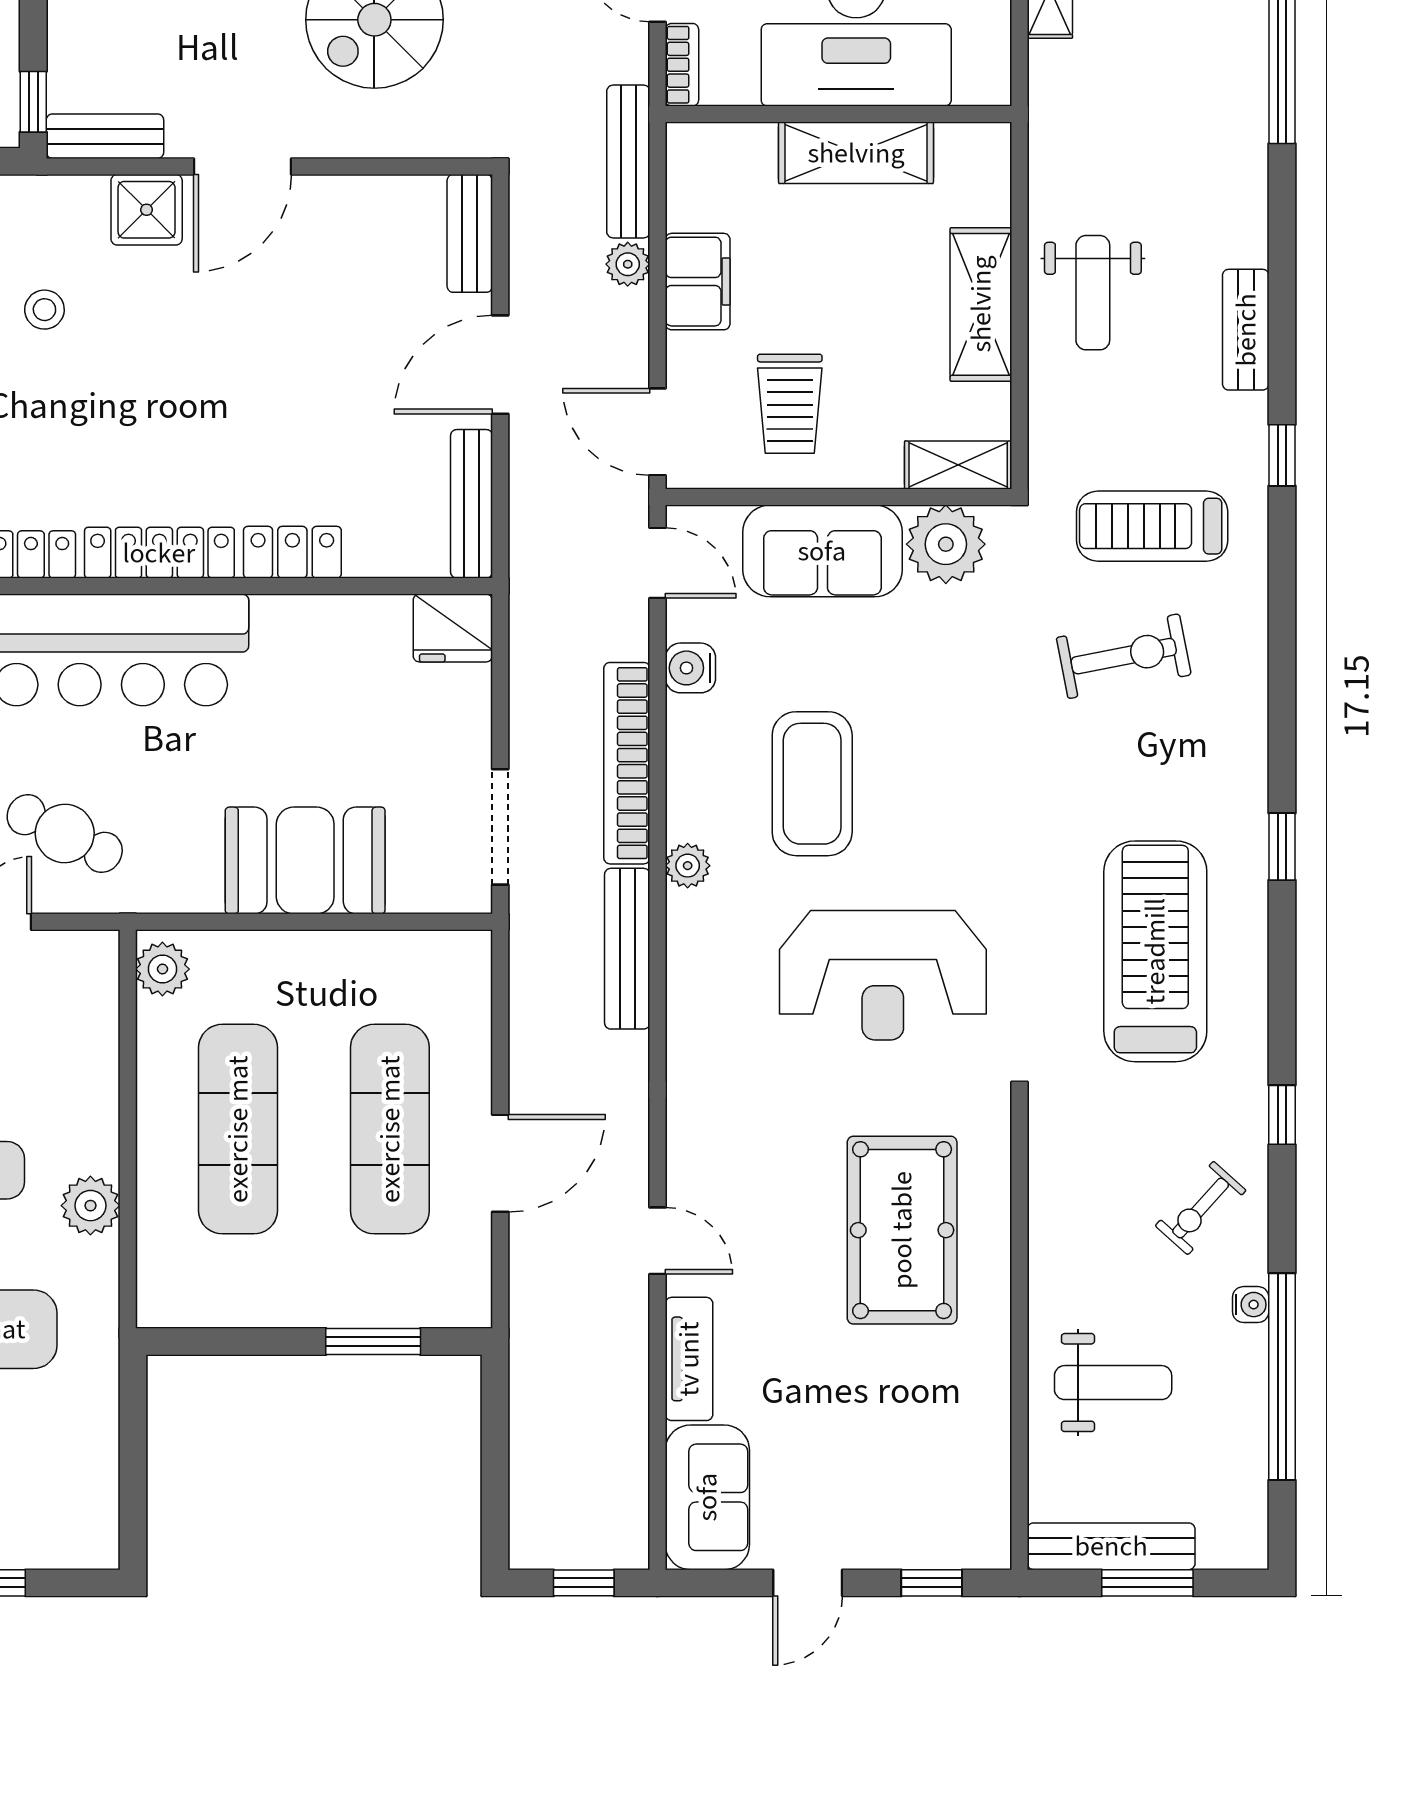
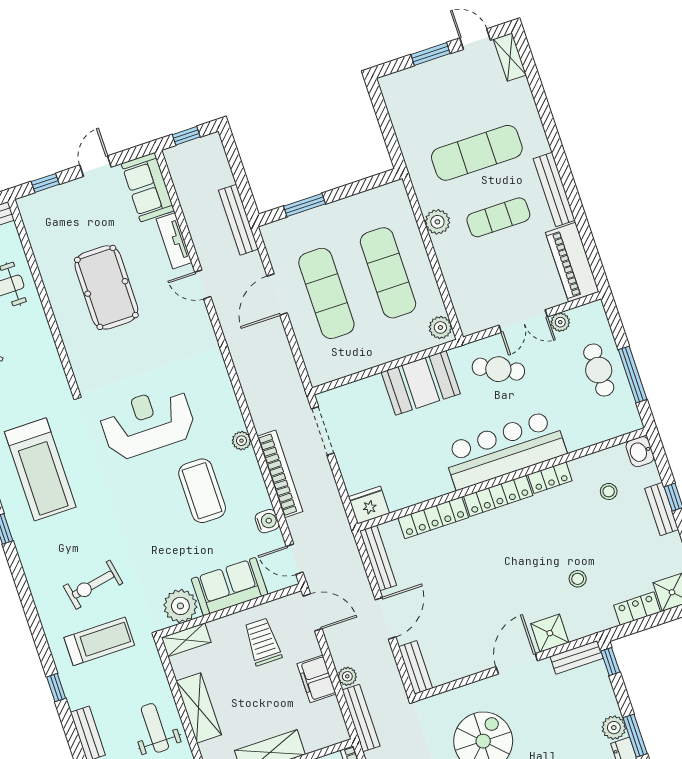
locker: (292, 552) -> (433, 518), width x1.53
booth: (305, 860) -> (421, 383), moved
bench: (627, 949) -> (238, 220), moved
pool table: (902, 1230) -> (106, 287), moved

